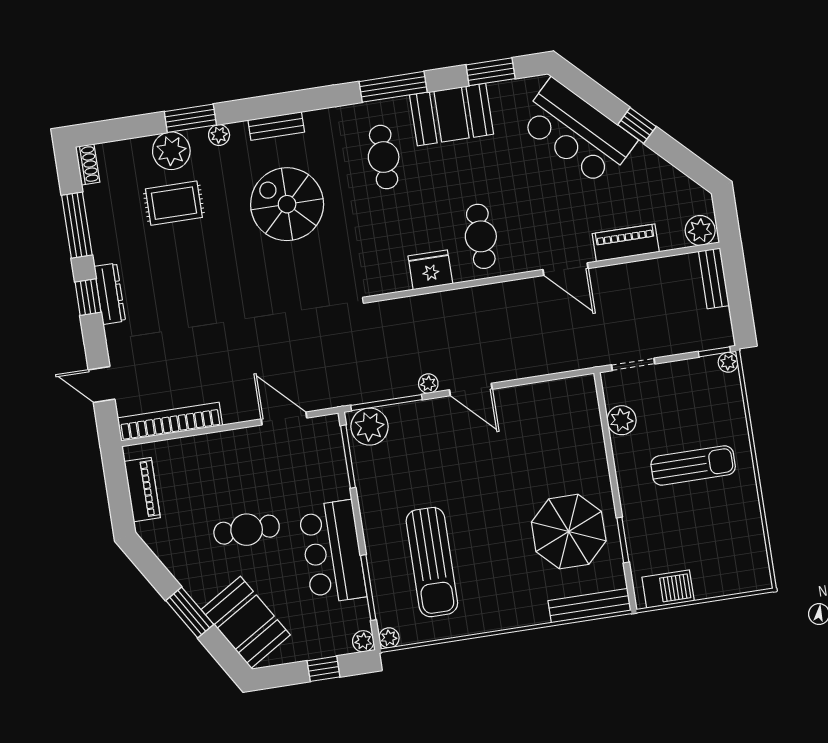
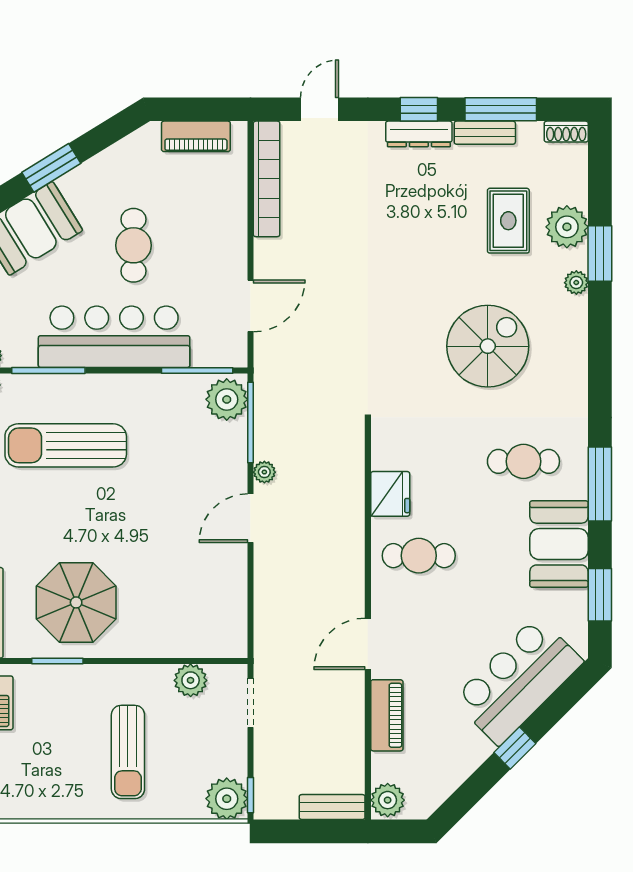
bench: (276, 126) -> (485, 133), moved, turned 90
plant: (728, 362) -> (227, 799), width x1.88, depth x1.88
bar counter: (332, 552) -> (114, 337), width x1.36

